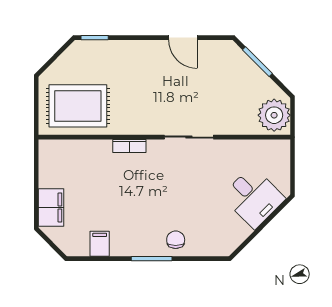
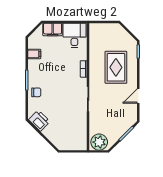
rug: (78, 106) -> (116, 67), moved
desk: (253, 197) -> (74, 35), moved, turned 135
printer: (232, 234) -> (39, 121), added

